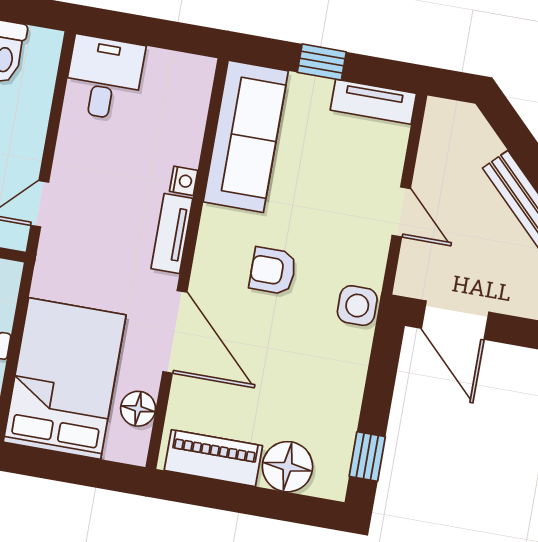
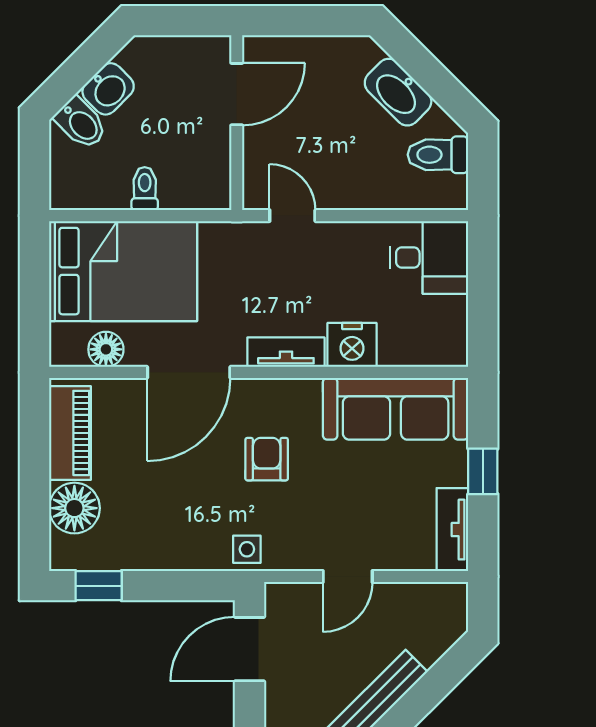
nightstand: (184, 181) -> (352, 345), width x1.89, depth x1.79
side table: (357, 306) -> (247, 549), width x0.73, depth x0.73

